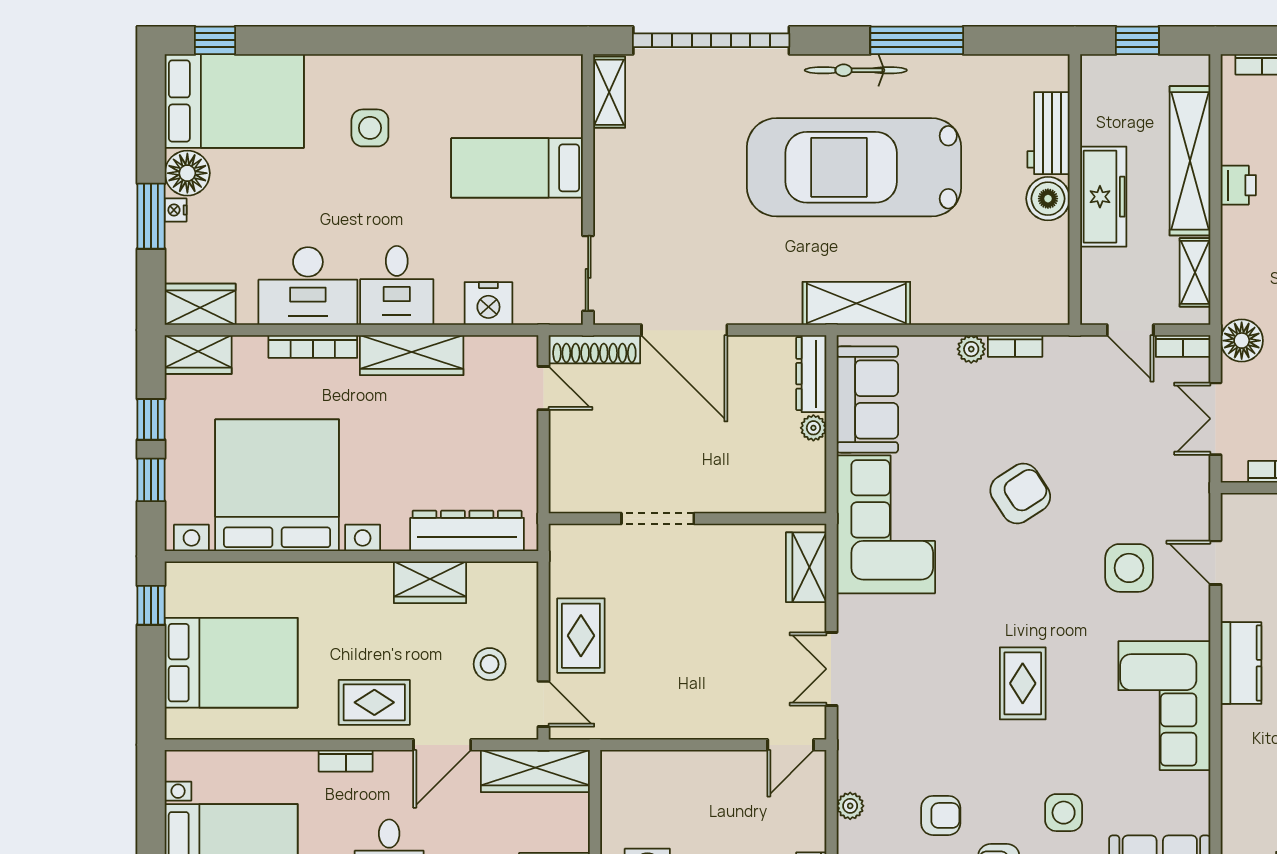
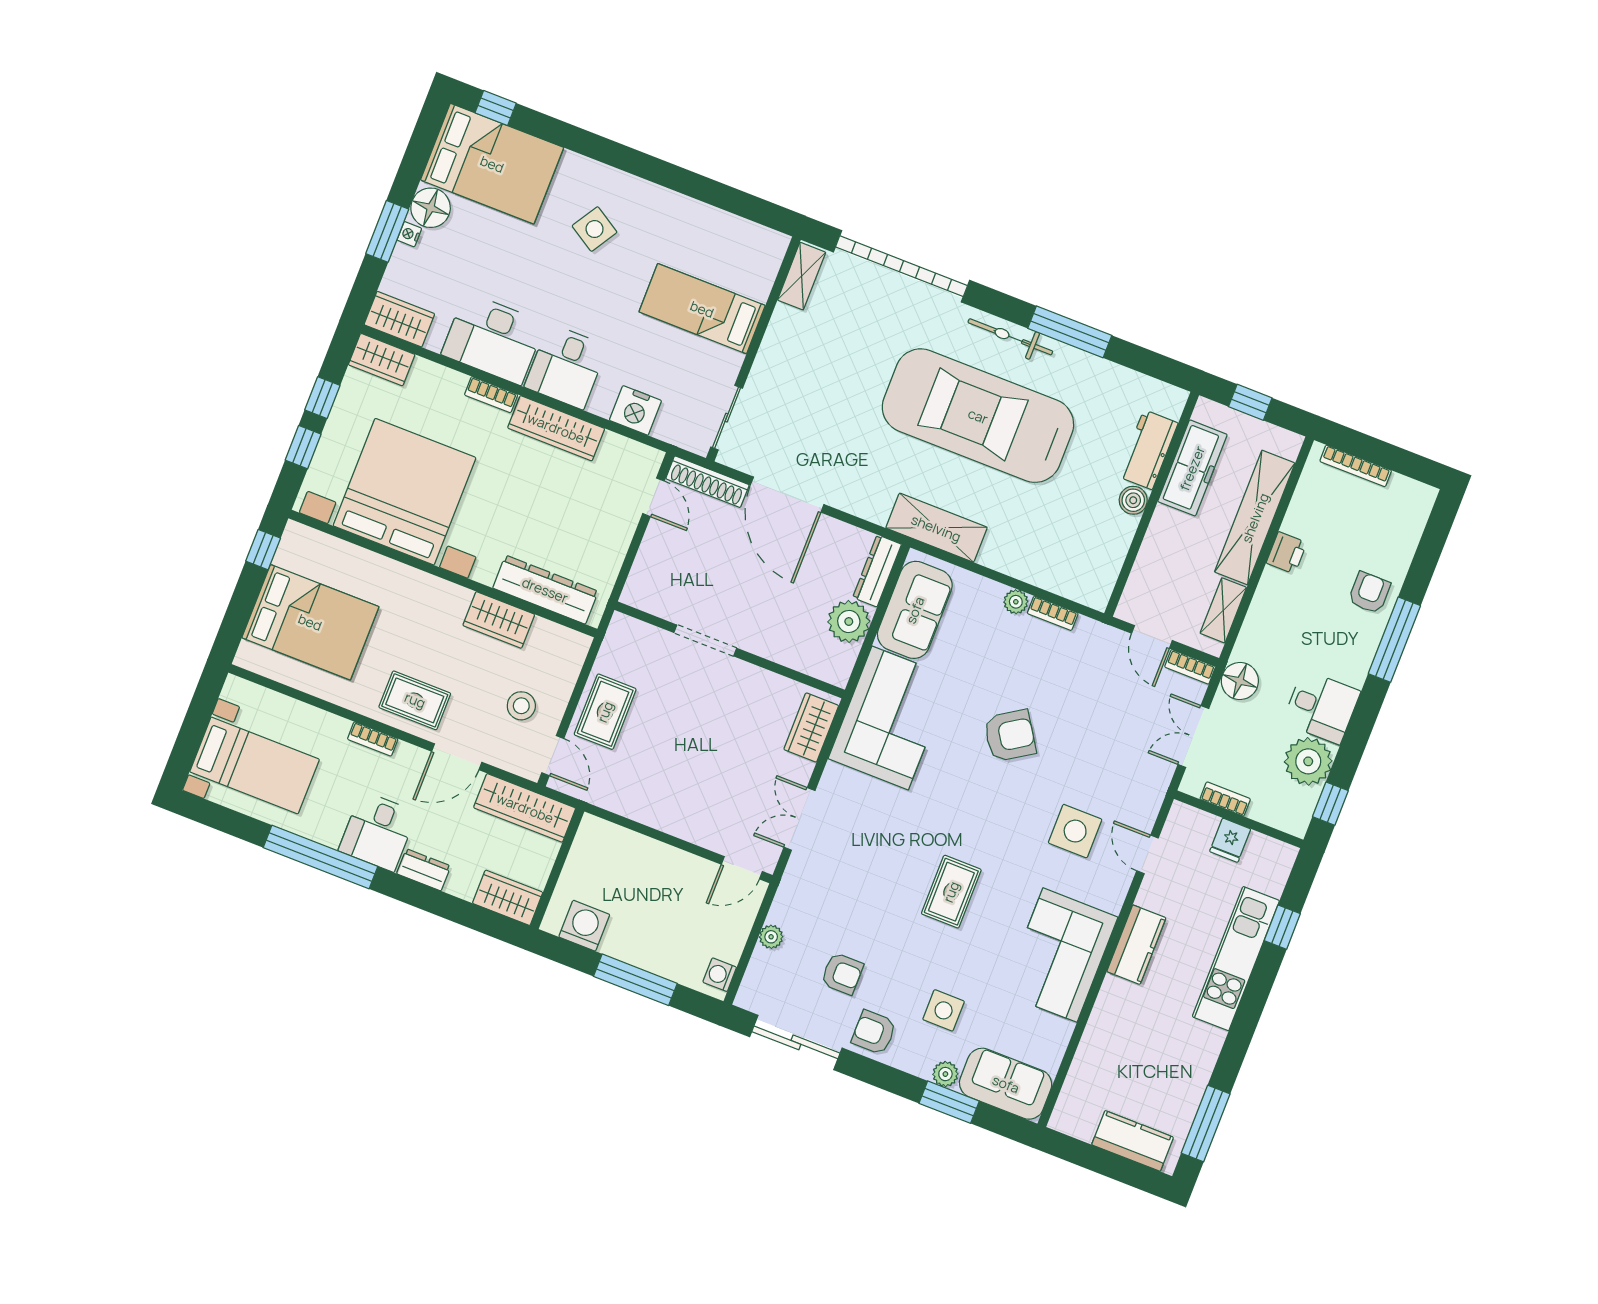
side table: (370, 128) -> (595, 229), turned 32
freezer: (1103, 197) -> (1192, 468), moved
boiler: (1048, 199) -> (1133, 500), width x0.73, depth x0.73
bookcase: (313, 347) -> (491, 395), width x0.64
plant: (813, 428) -> (849, 622), width x1.87, depth x1.87

